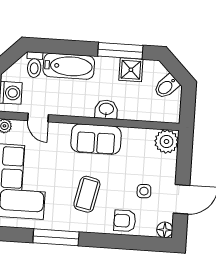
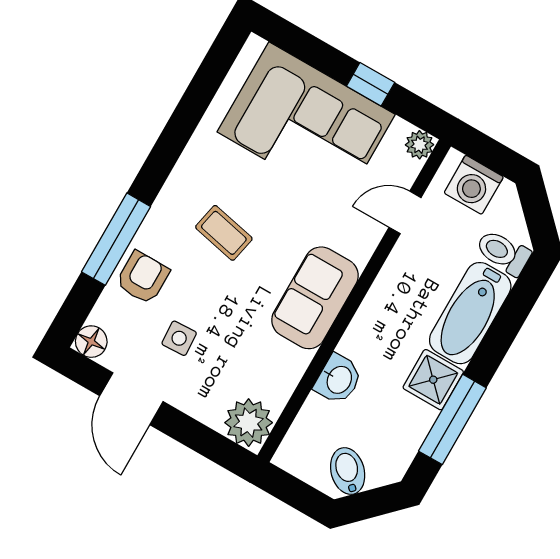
shower: (131, 70) -> (433, 380), moved
washbasin: (106, 109) -> (338, 379), moved
coffee table: (87, 194) -> (224, 233), width x0.73, depth x0.77
window: (56, 237) -> (116, 239), moved

